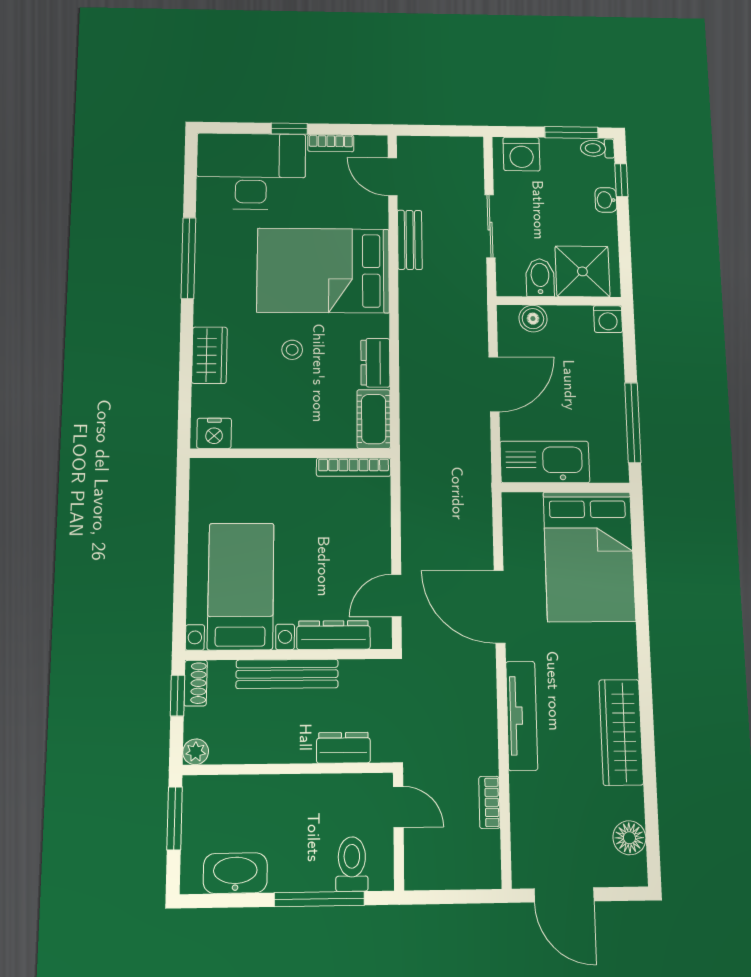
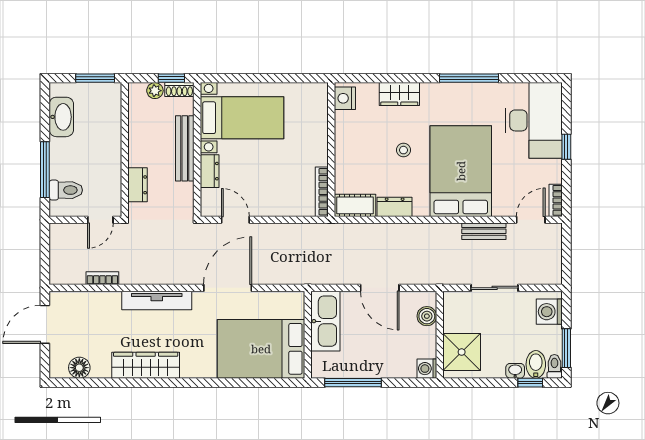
bookcase: (331, 143) -> (556, 200), moved
bidet: (540, 278) -> (536, 364), moved, turned -90
dresser: (333, 635) -> (210, 171), width x0.70
plant: (196, 752) -> (155, 91), moved

